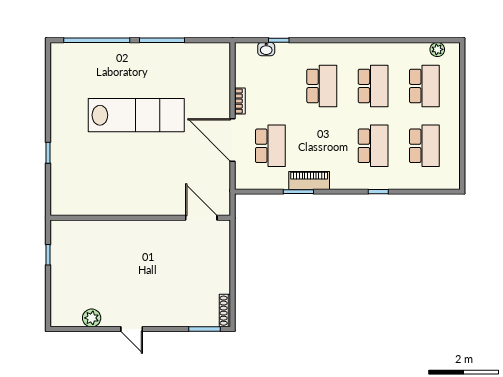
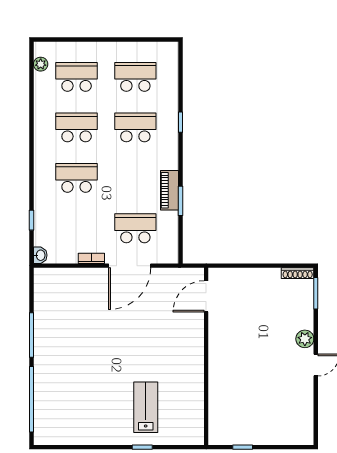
washbasin: (266, 49) -> (40, 255), moved
lab bench: (136, 115) -> (146, 407), moved, width x0.54, depth x0.72
plant: (92, 318) -> (305, 339), moved

